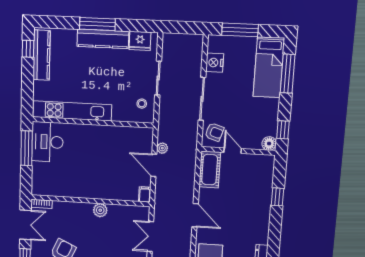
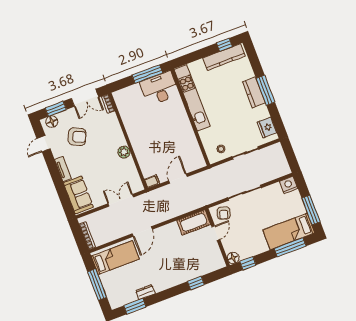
window: (240, 30) -> (311, 210), moved
kitchen counter: (103, 39) -> (254, 92), width x0.67
nightstand: (215, 63) -> (289, 185), moved
plant: (162, 148) -> (194, 179), removed
door: (195, 215) -> (142, 232), moved

